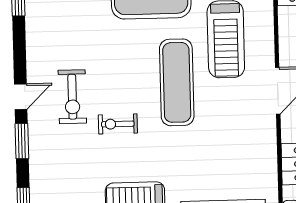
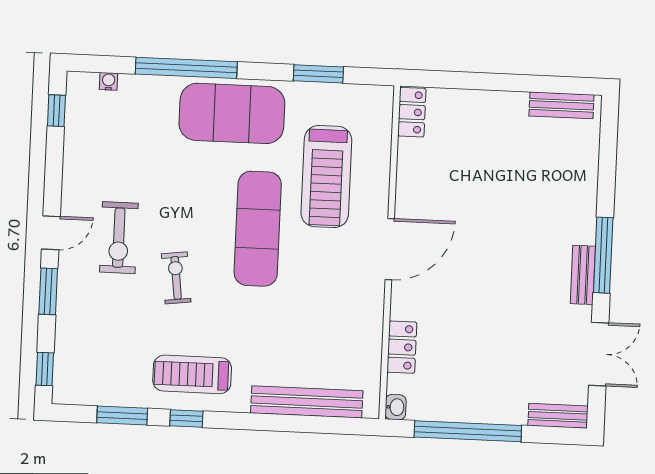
exercise bike: (118, 124) -> (176, 278), turned 83

